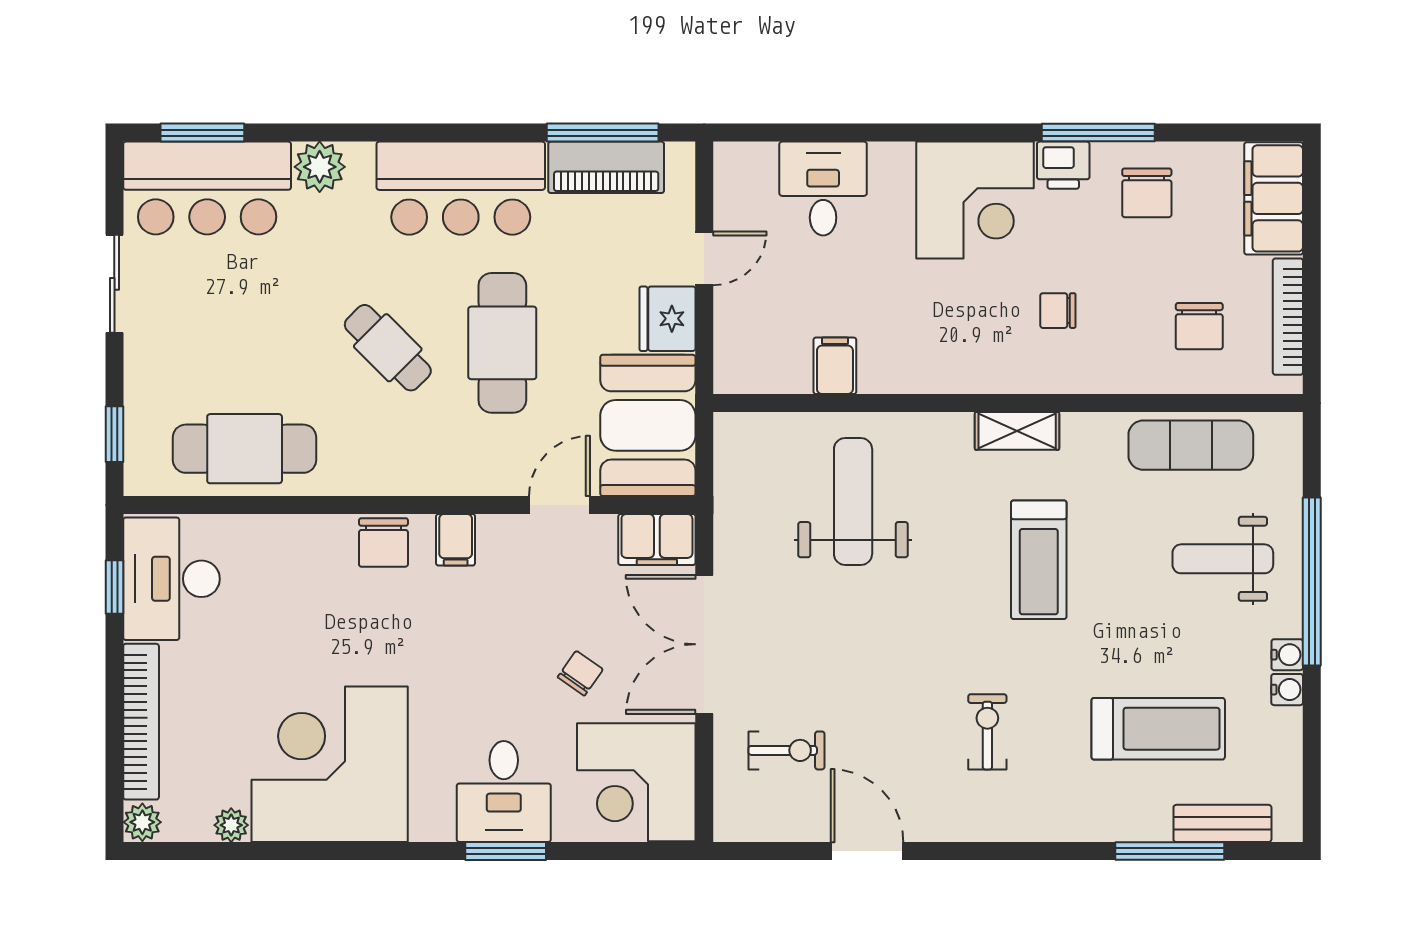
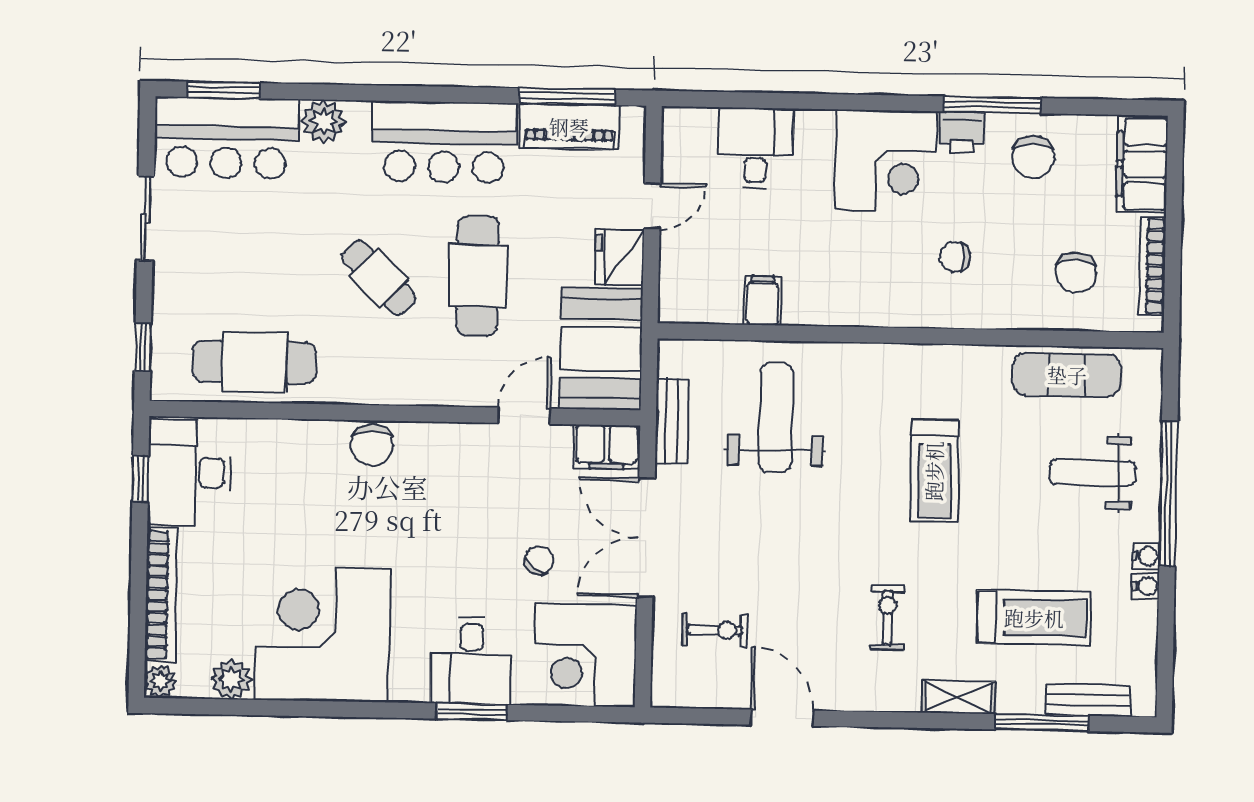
shelving: (1017, 431) -> (958, 697), moved
bench: (732, 508) -> (672, 421), added
filing cabinet: (456, 540) -> (434, 444), removed
plant: (231, 825) -> (231, 679), width x1.38, depth x1.38

